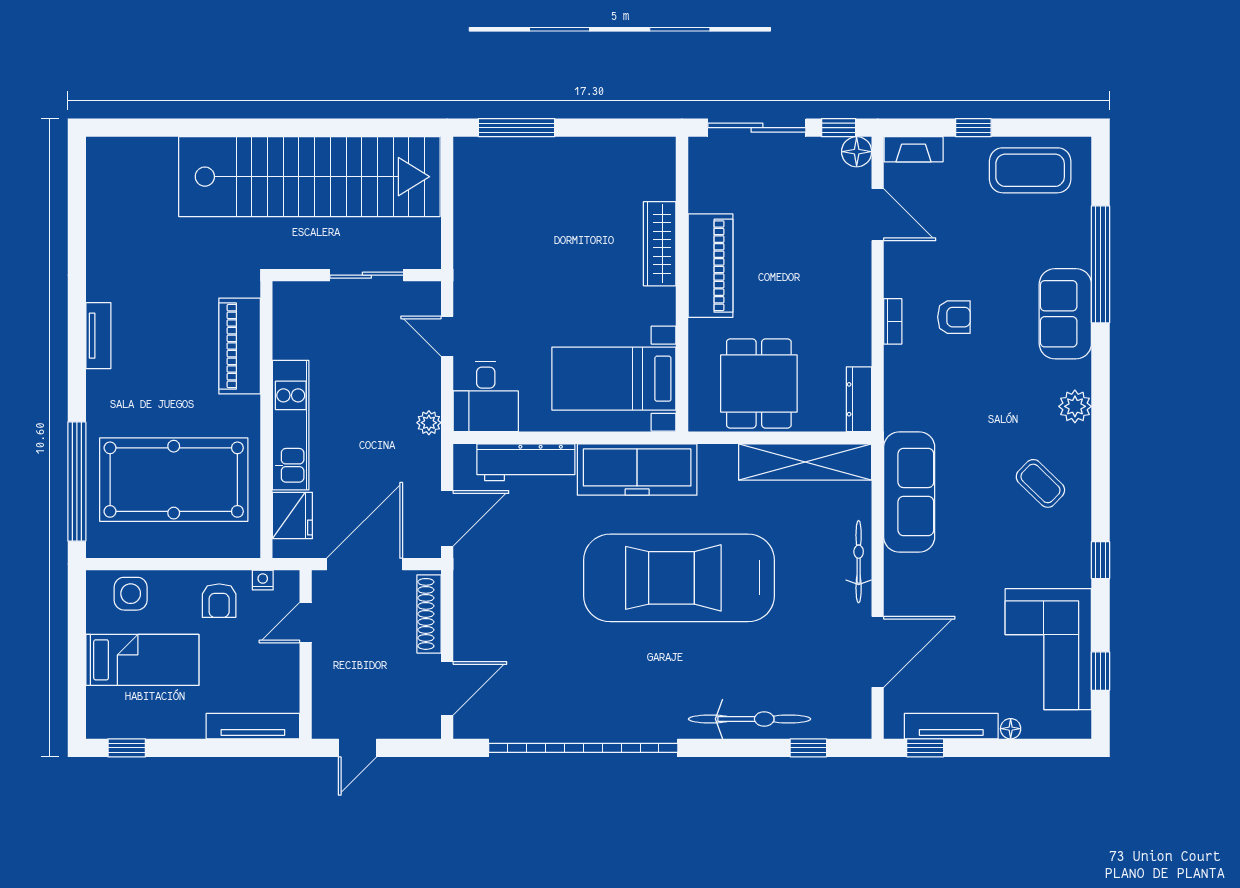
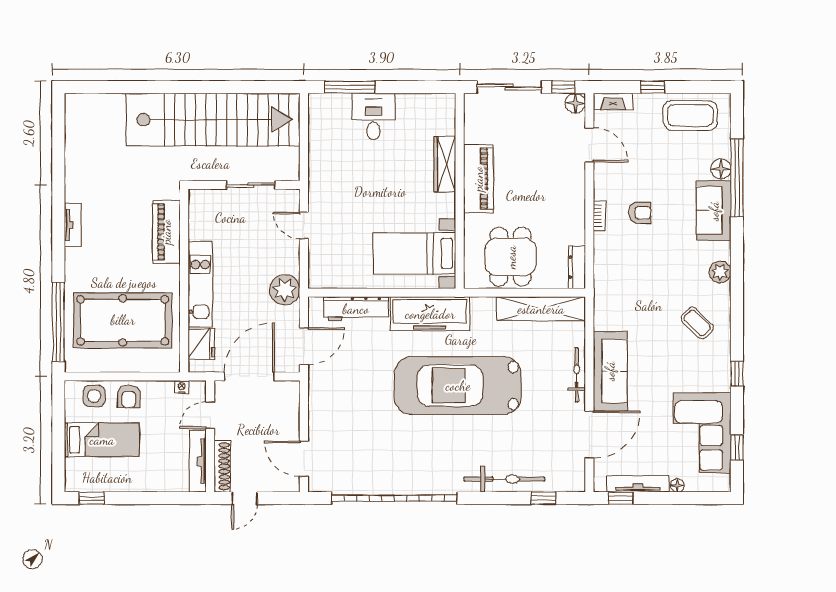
floor lamp: (1076, 251) -> (721, 169), added
desk: (486, 397) -> (373, 116), moved, turned 180
plant: (429, 423) -> (285, 290), width x1.88, depth x1.88
sofa: (909, 492) -> (610, 371), moved
armchair: (219, 601) -> (129, 396), moved
shoe rack: (429, 614) -> (222, 466), moved, turned 180
door: (447, 688) -> (304, 459), swing flipped
tv unit: (253, 726) -> (198, 461), moved, turned -90

